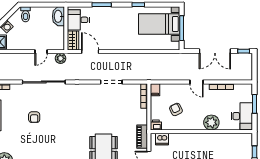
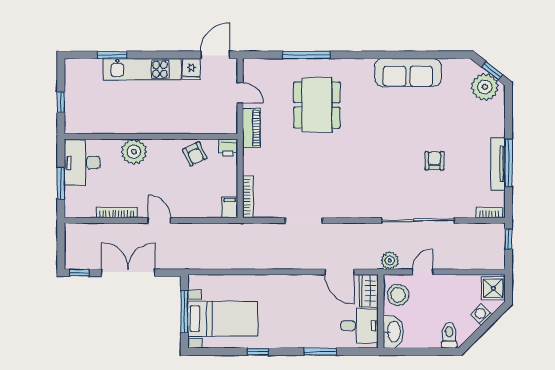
stool: (56, 38) -> (398, 295), added
armchair: (176, 109) -> (195, 154), moved
dishwasher: (162, 139) -> (218, 124), removed

